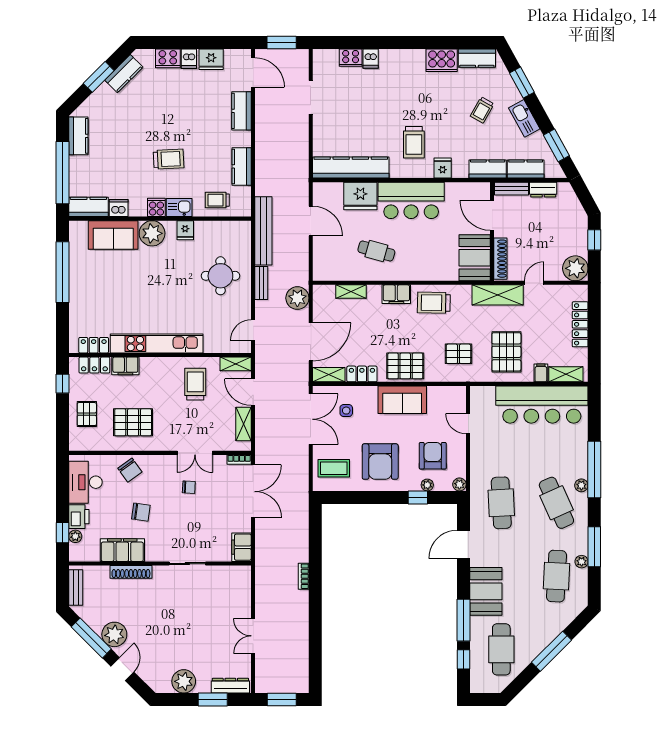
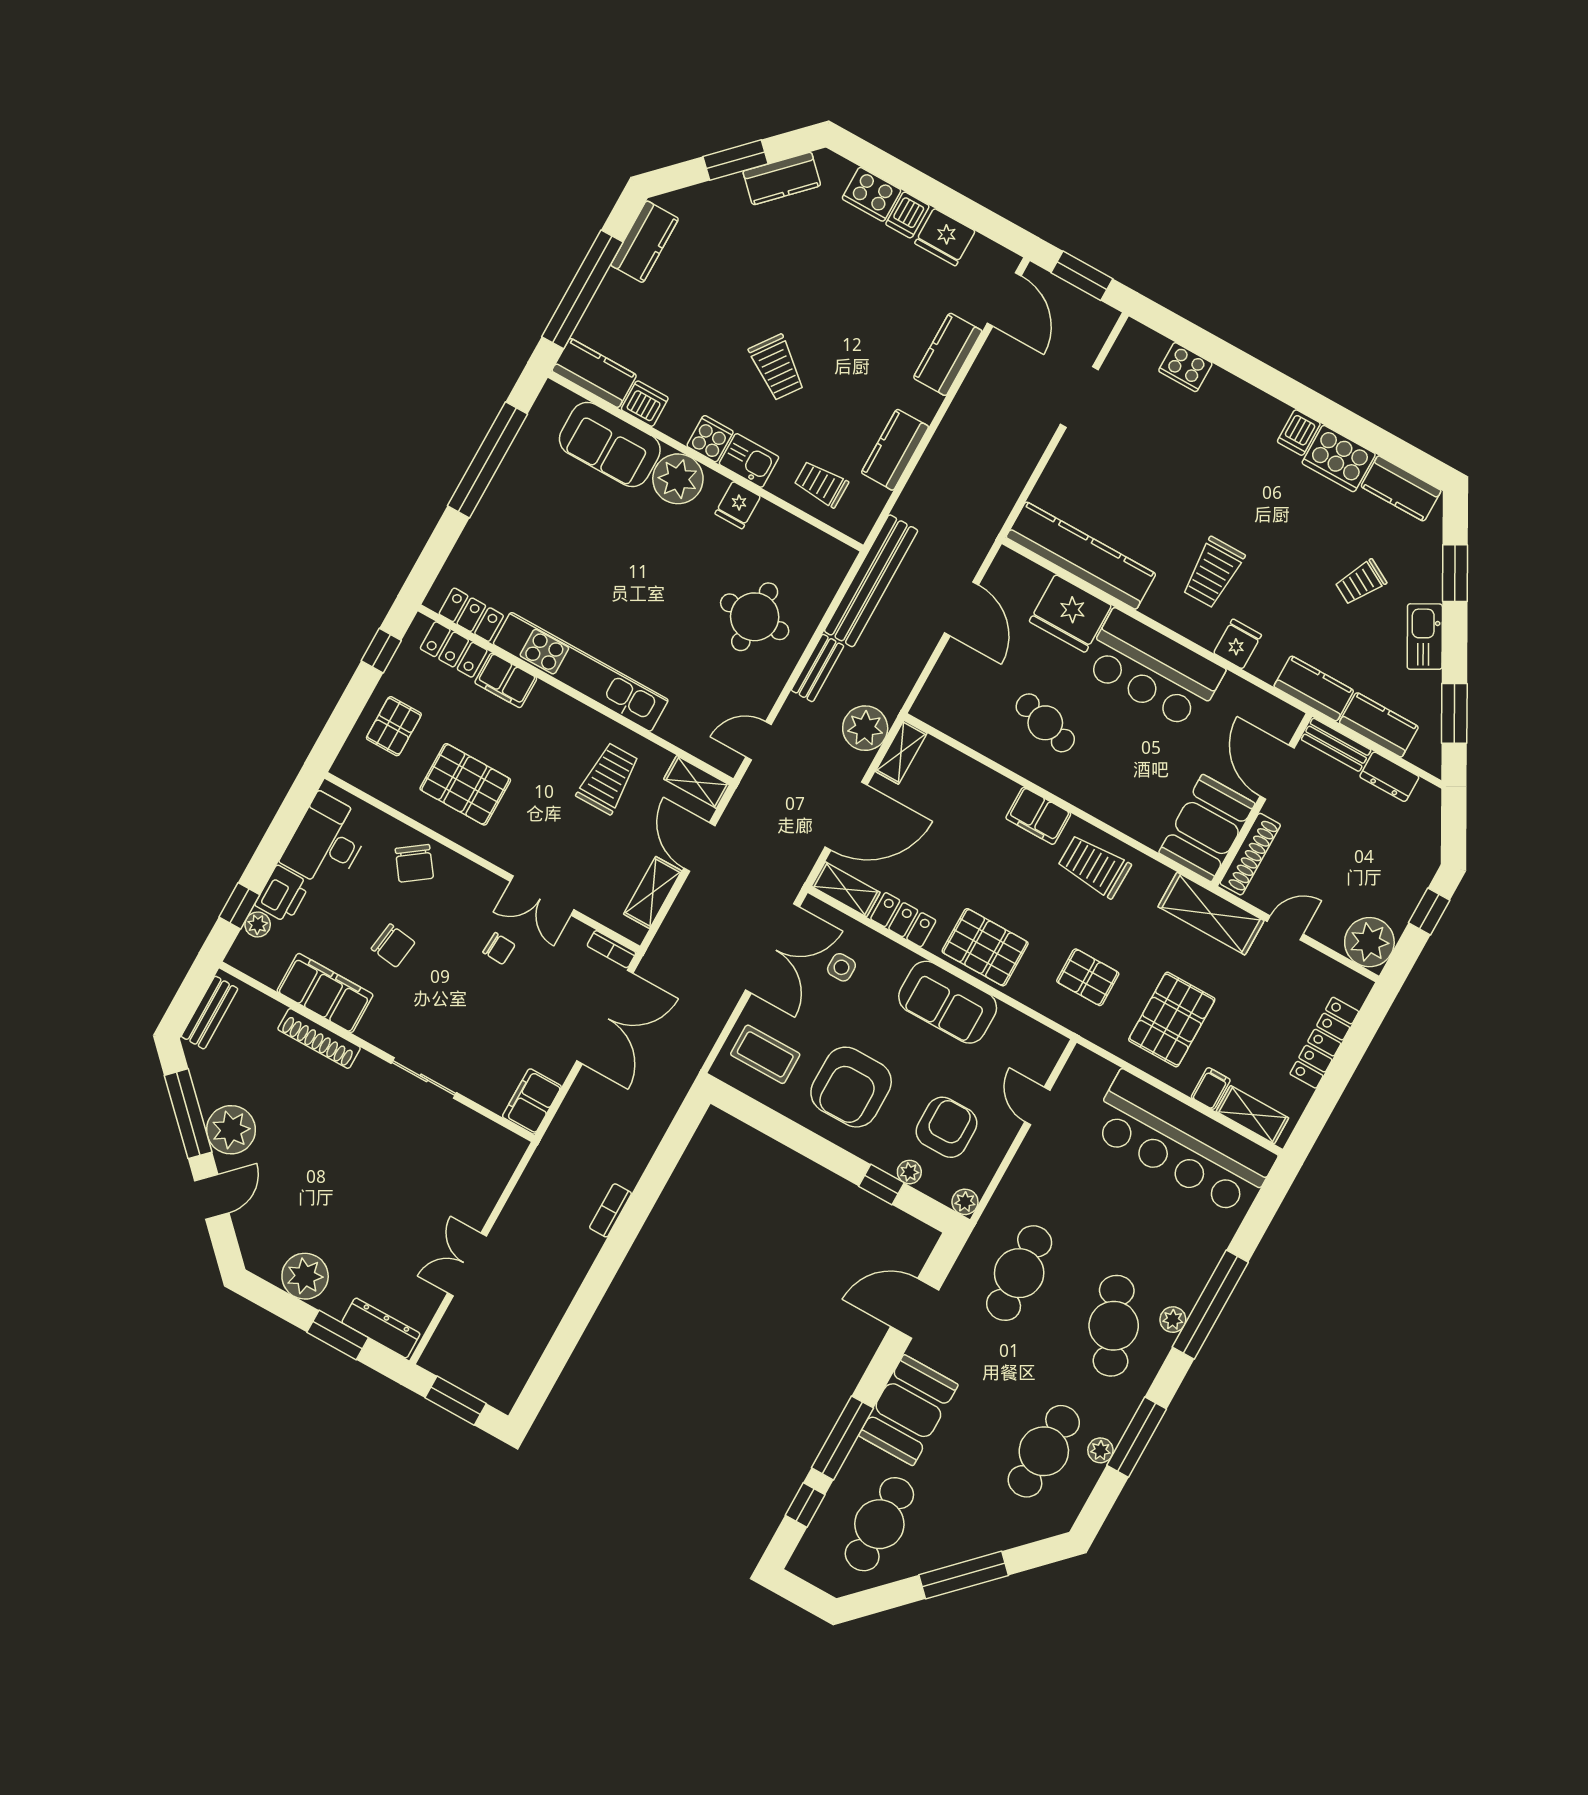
dishwasher: (371, 59) -> (1299, 433), moved
trolley: (169, 159) -> (777, 367), turned 39
shelving: (351, 292) -> (901, 752), moved, turned 90

